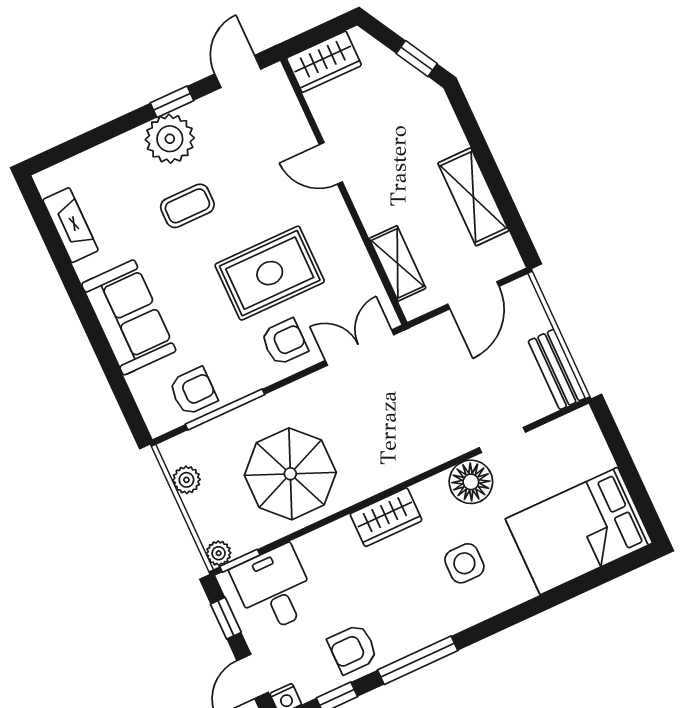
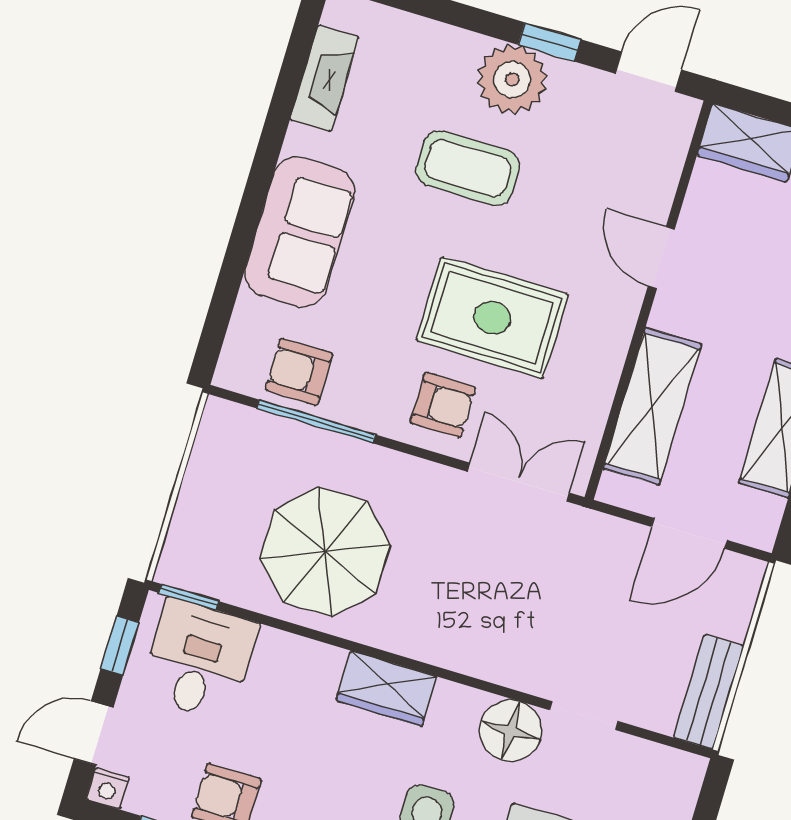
coffee table: (187, 206) -> (468, 168), width x1.36, depth x1.30
shelving: (397, 263) -> (652, 406), width x1.50, depth x1.33
armchair: (193, 391) -> (299, 372), turned 180
plant: (186, 480) -> (208, 460), removed
plant: (219, 553) -> (173, 569), removed

